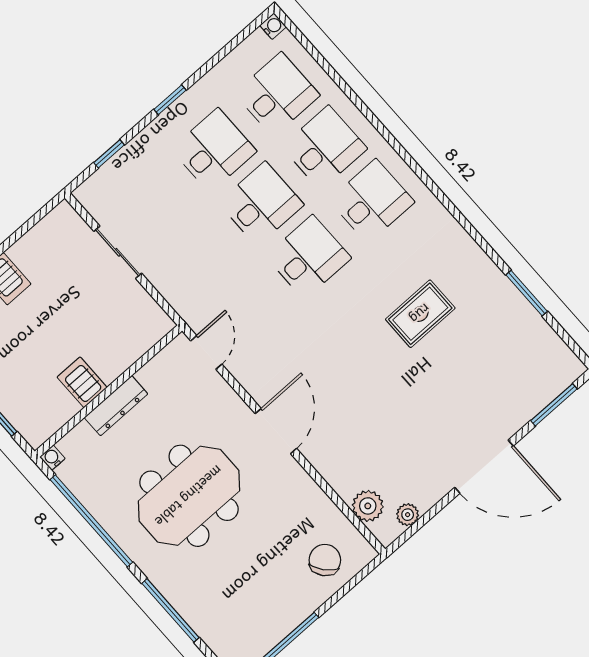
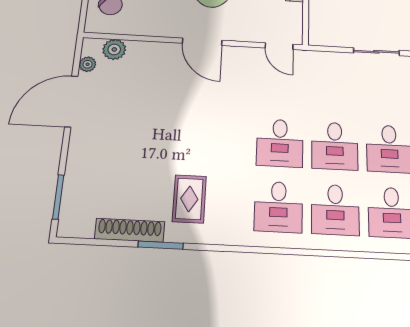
window: (527, 293) -> (161, 245), moved
shoe rack: (521, 311) -> (130, 230), added
rug: (420, 314) -> (189, 199), moved
door: (484, 467) -> (71, 101), moved

